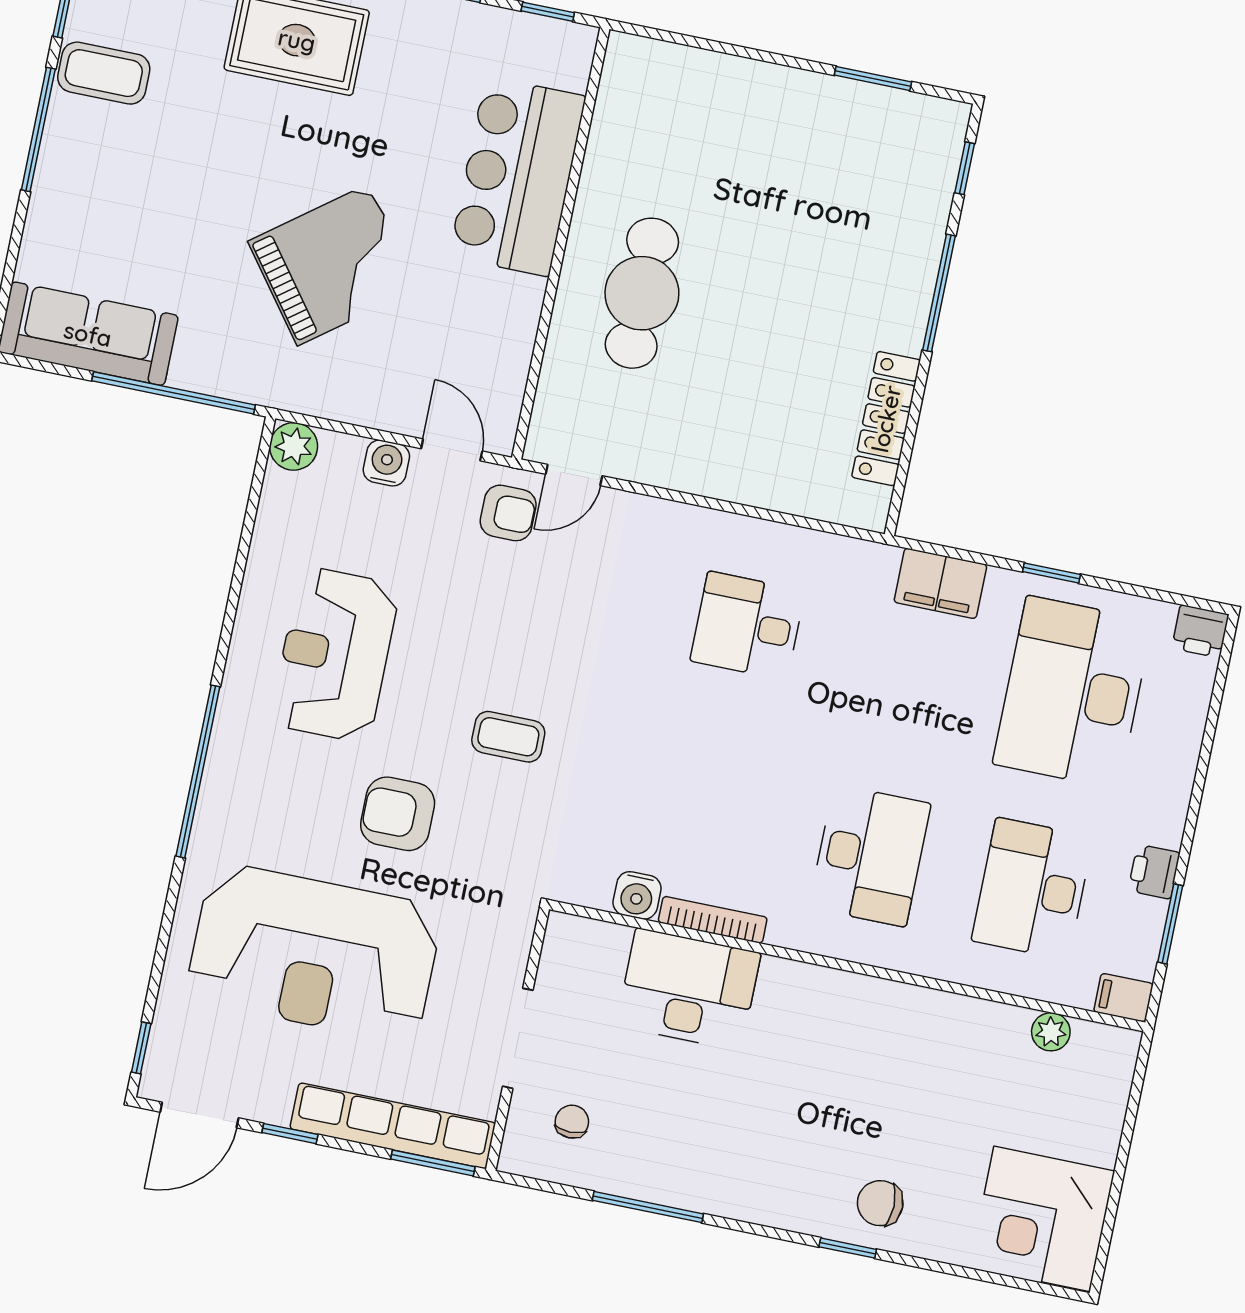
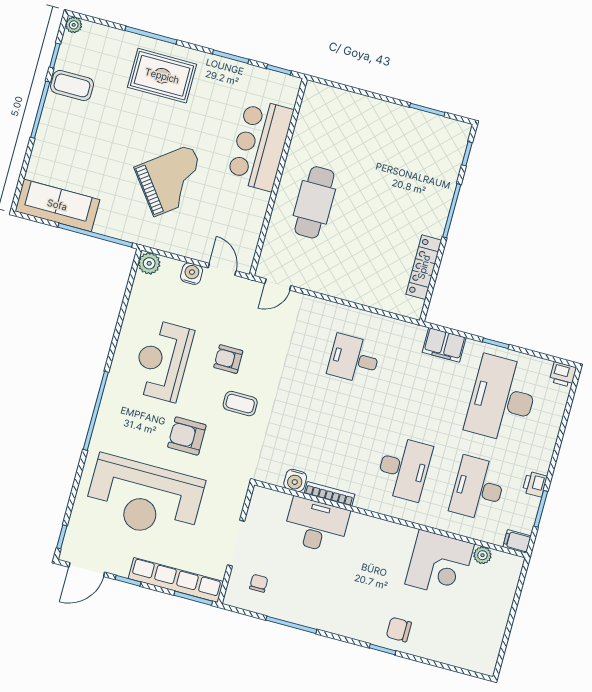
armchair: (508, 513) -> (228, 359), moved, turned 180
corner desk: (1042, 1219) -> (440, 564), moved, turned -90

